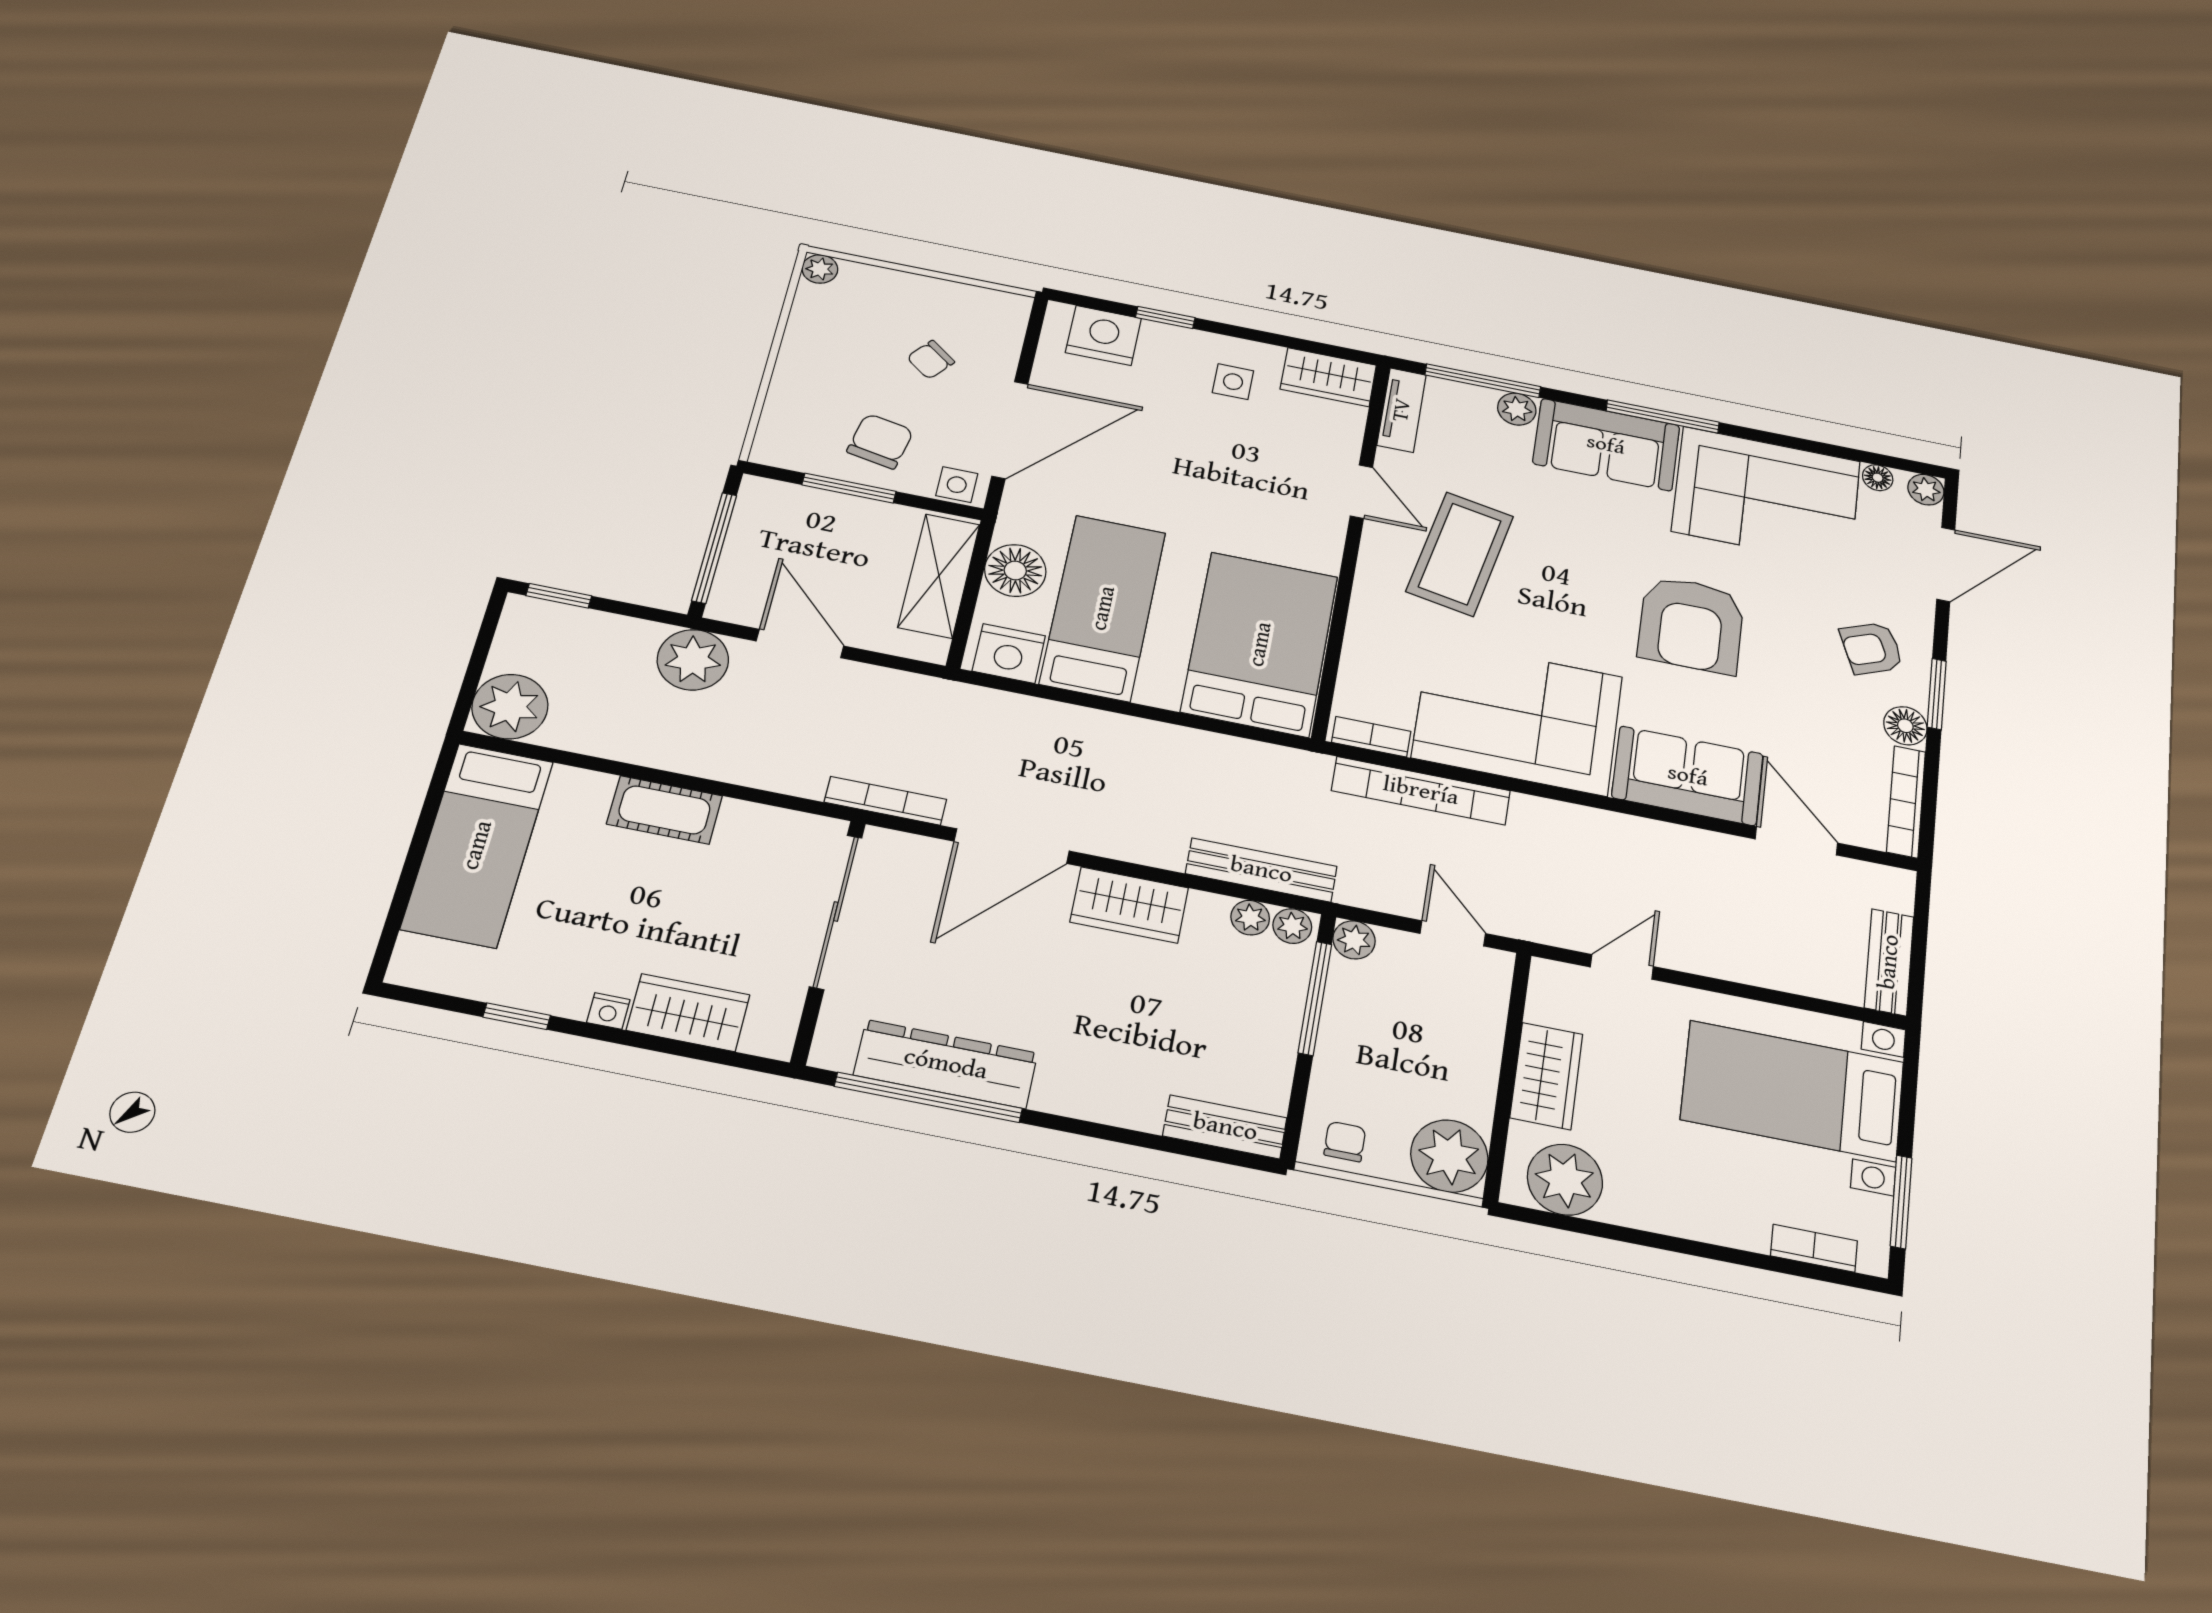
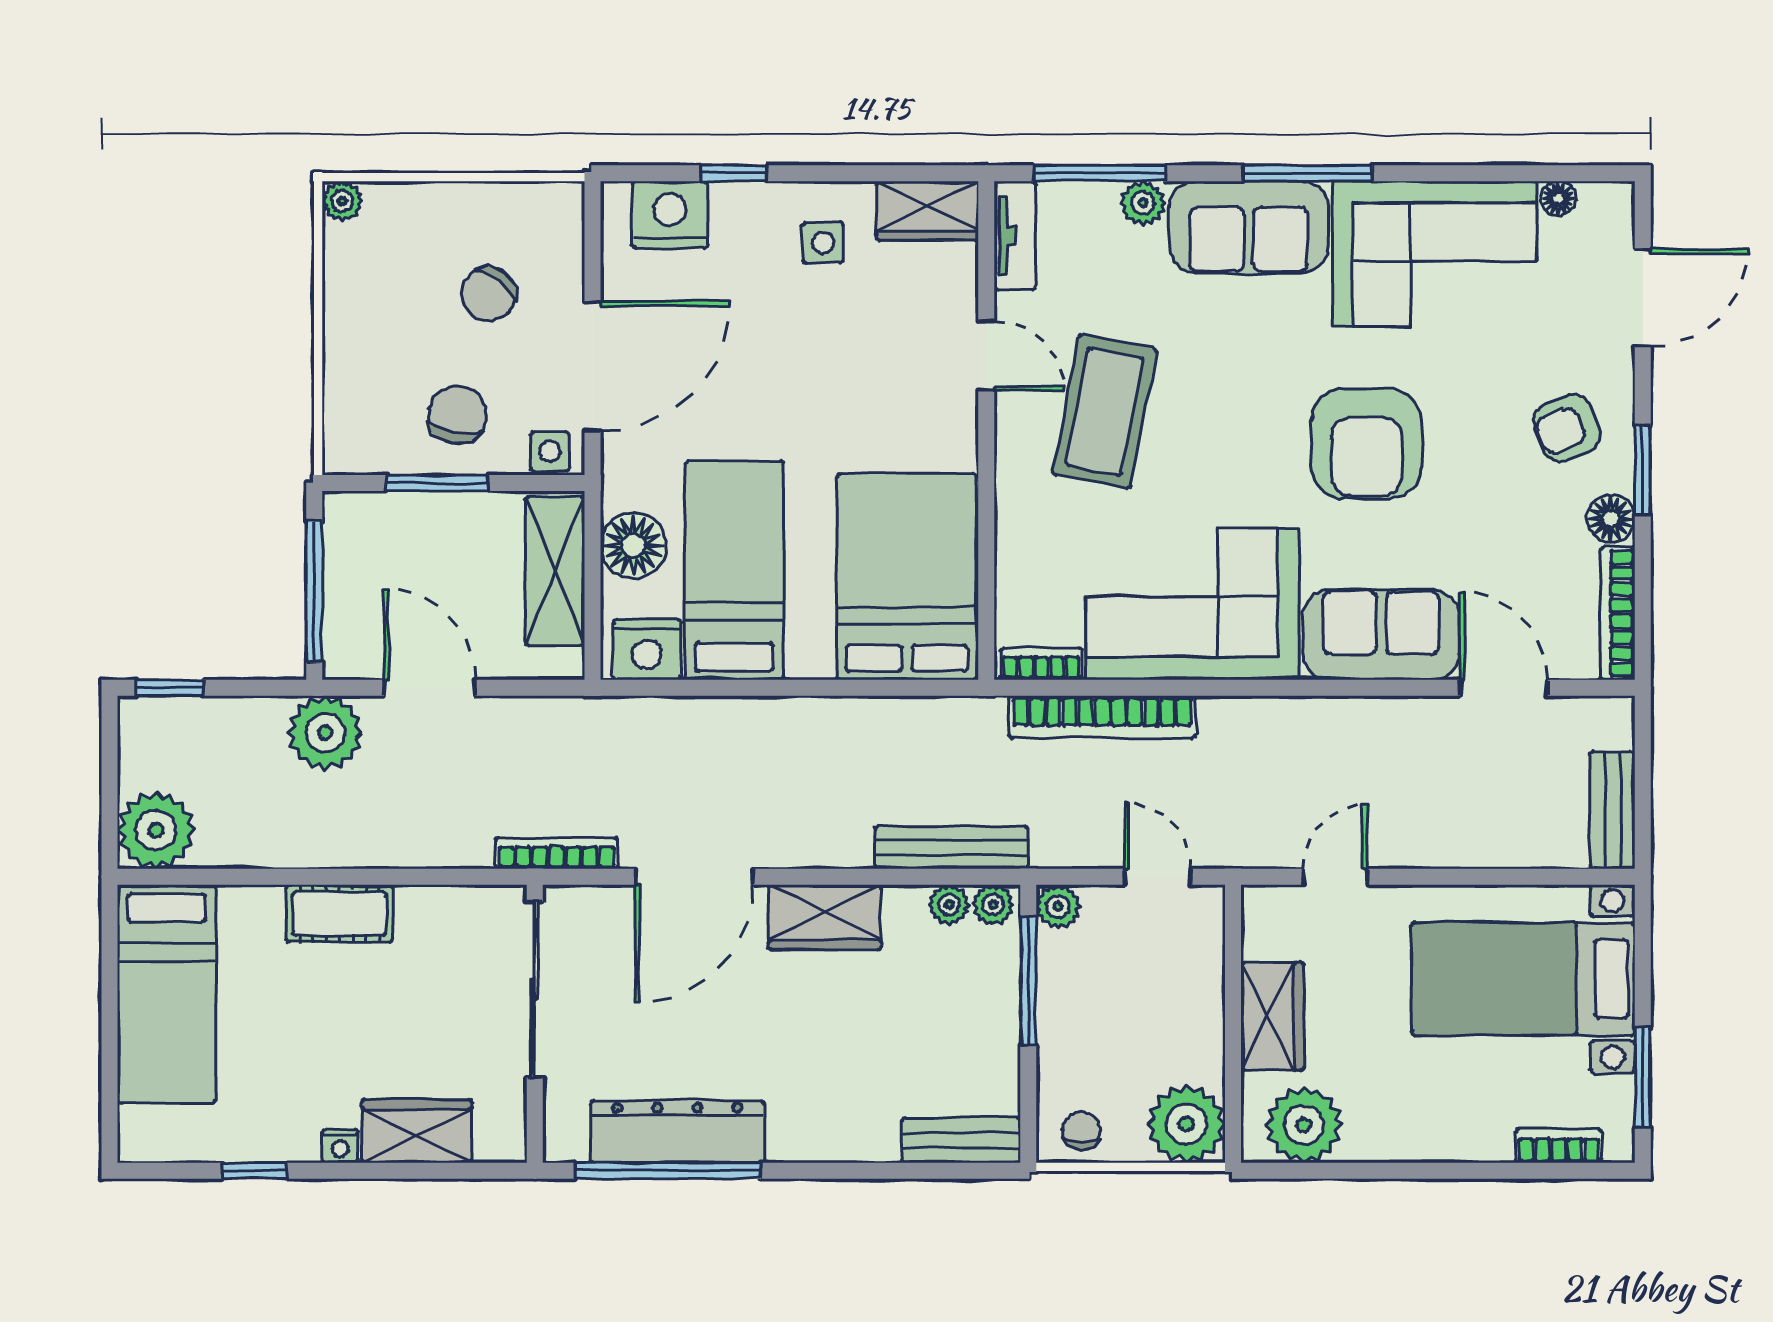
chair: (931, 360) -> (488, 294), width x1.37, depth x1.37
plant: (1926, 490) -> (1614, 202), removed

